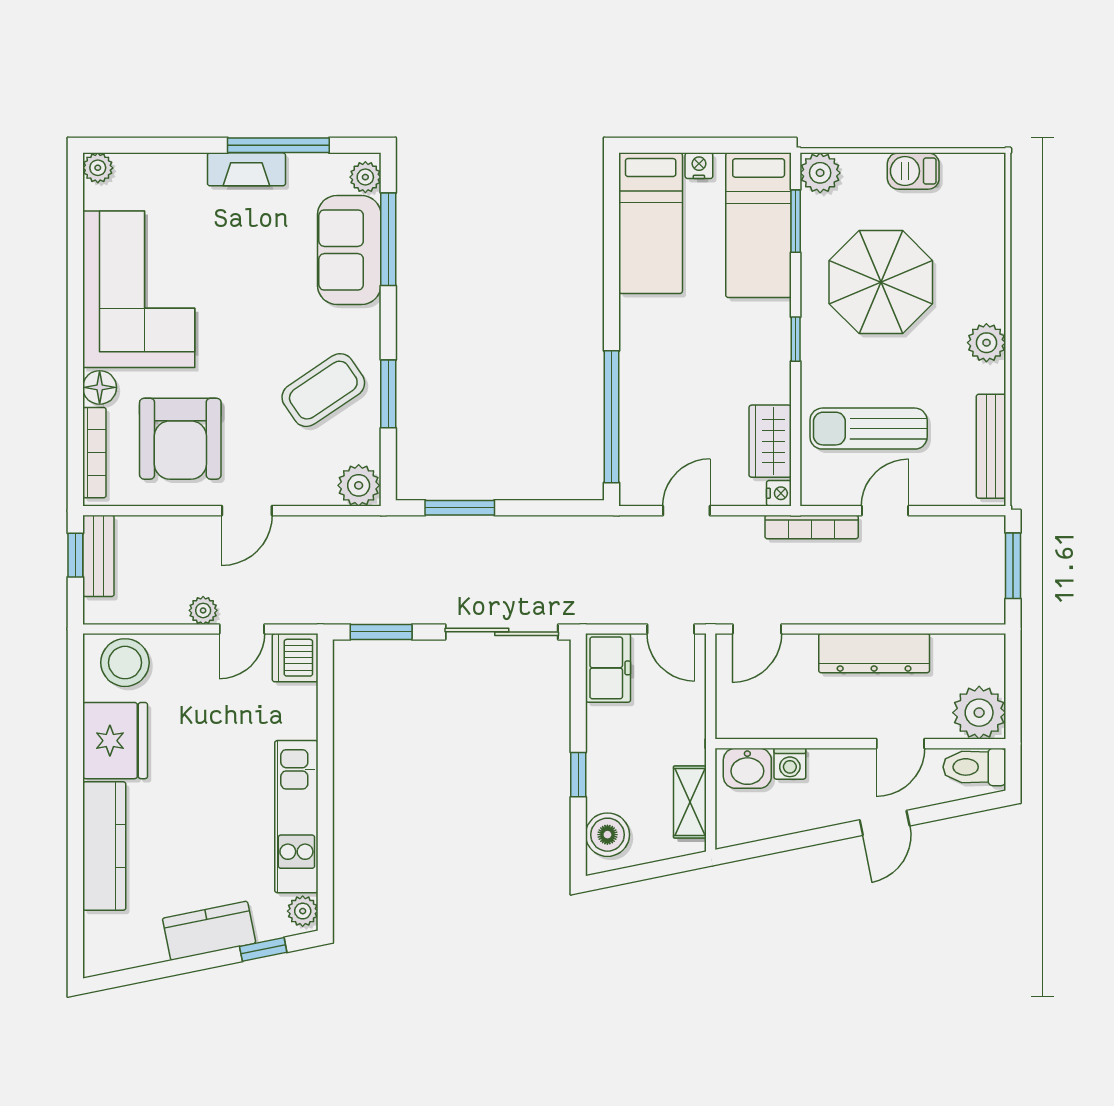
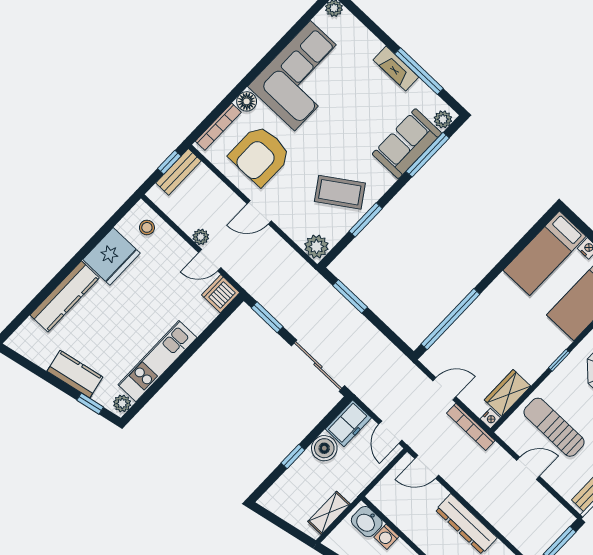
bookcase: (812, 527) -> (471, 427), moved
stool: (125, 663) -> (147, 227), width x0.53, depth x0.53
boiler: (607, 835) -> (324, 448), moved

